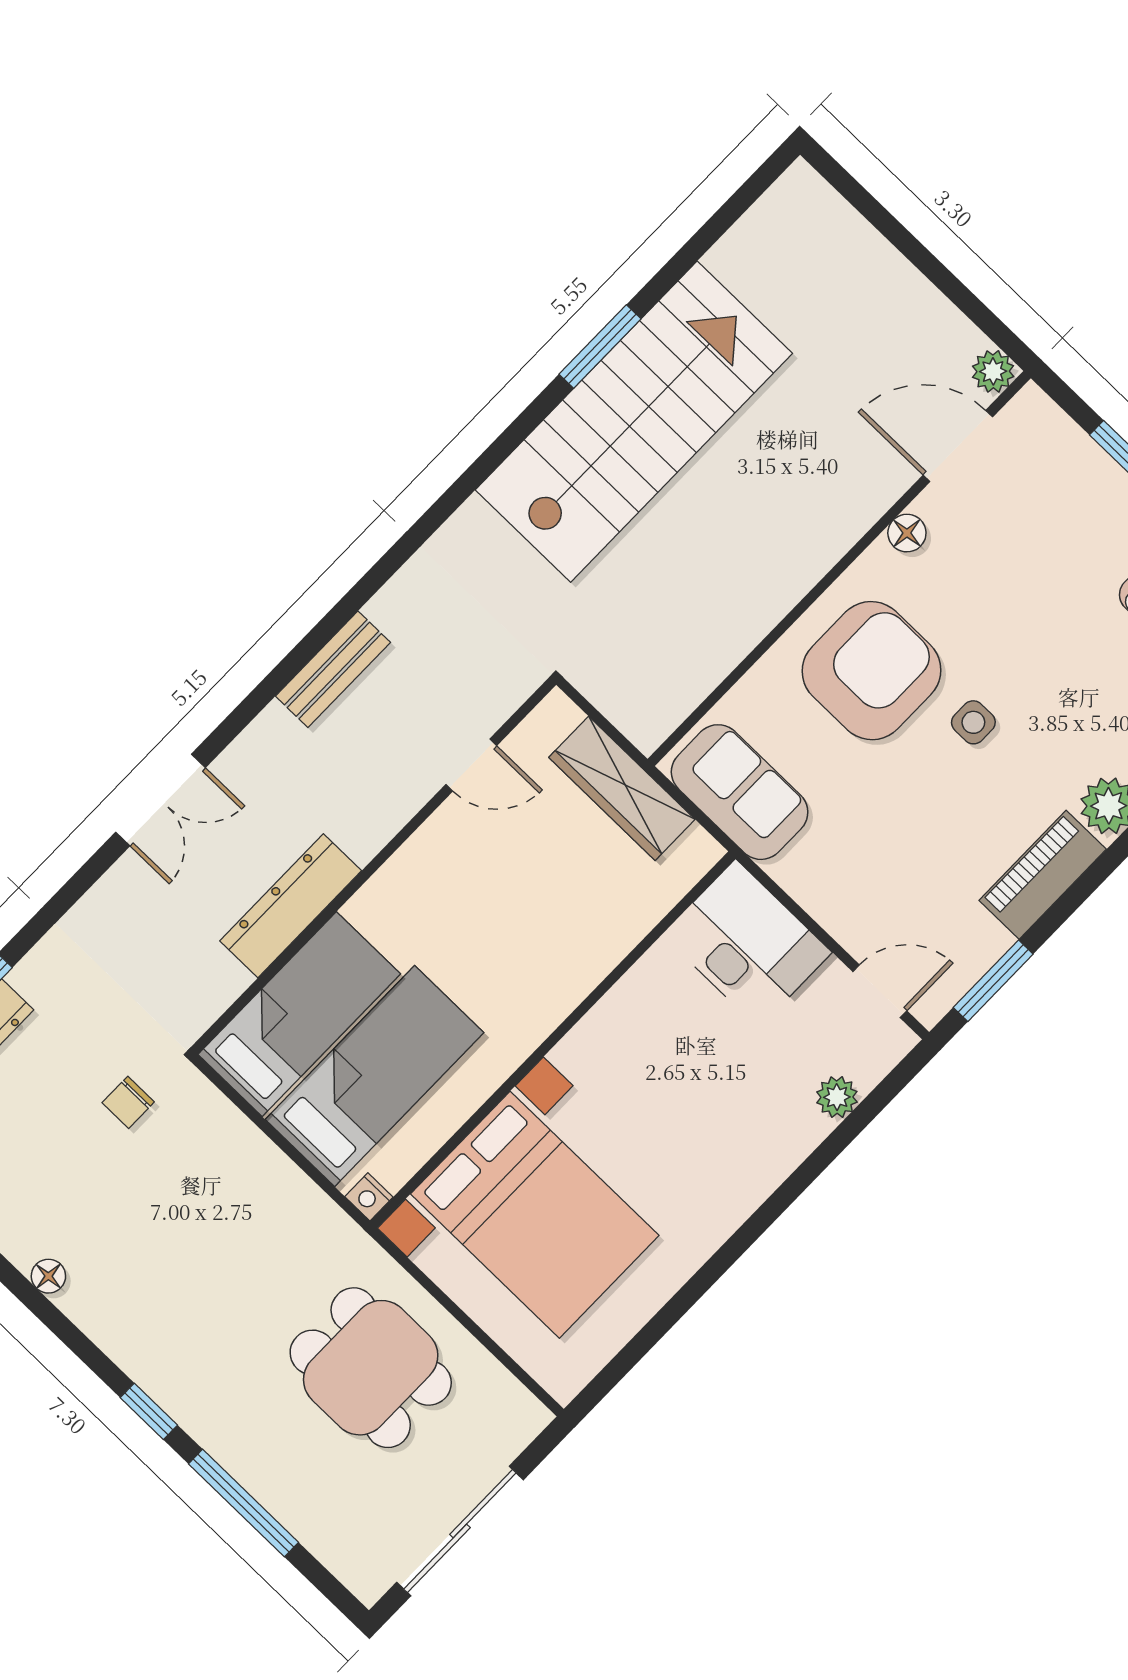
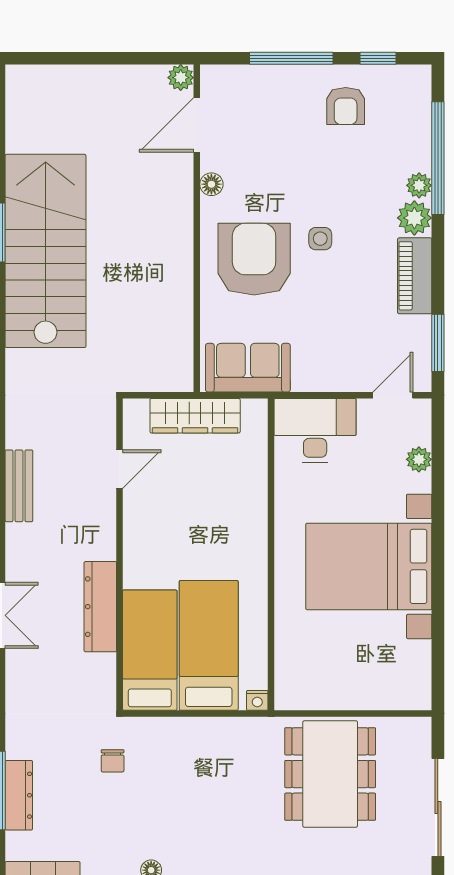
bed with nightstands: (535, 1215) -> (369, 566), moved, turned 180
dining table: (371, 1368) -> (330, 774), width x1.38

